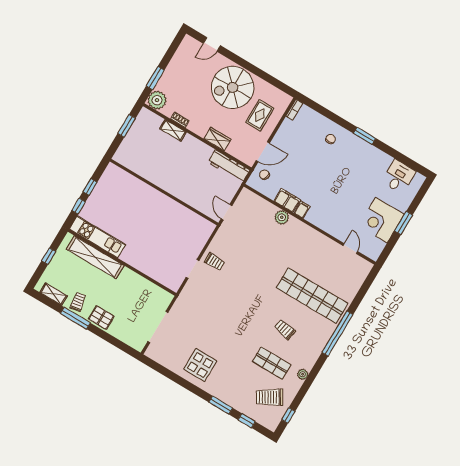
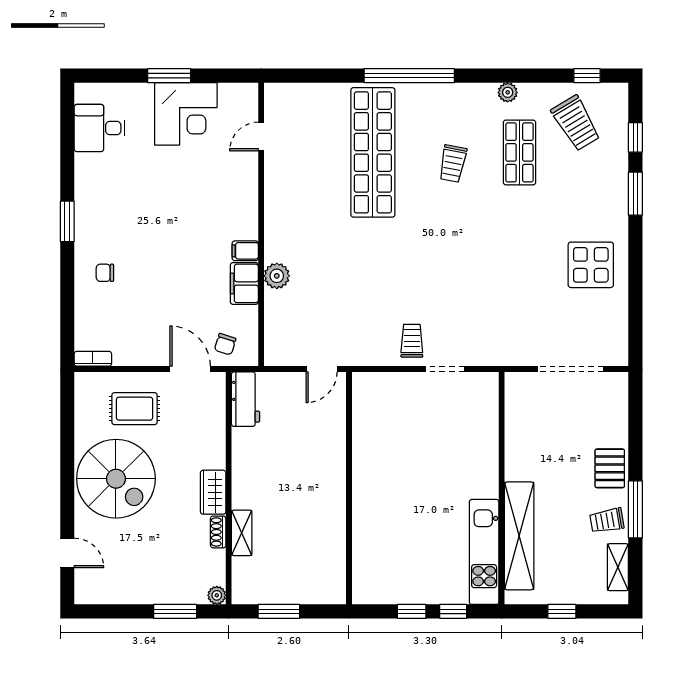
plant: (157, 100) -> (217, 595), width x0.53, depth x0.53
wardrobe: (217, 139) -> (213, 492), moved
workbench: (229, 166) -> (246, 399), width x0.73

